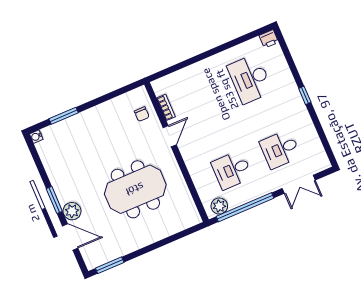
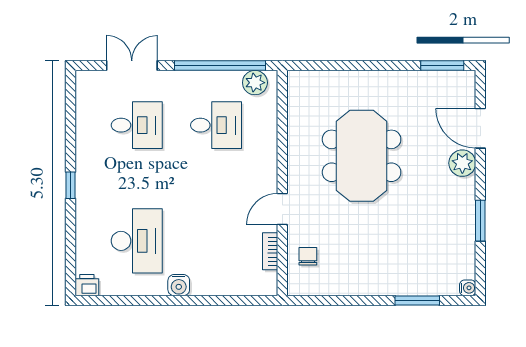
water cooler: (213, 63) -> (179, 285), added
meeting table: (135, 189) -> (362, 156), turned 90
window: (54, 200) -> (480, 221), moved

